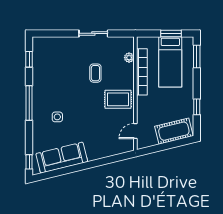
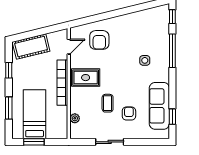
window: (197, 56) -> (9, 108), moved
armchair: (74, 63) -> (129, 113), added
bookcase: (142, 72) -> (62, 83), moved
window: (29, 103) -> (172, 51), moved
armchair: (104, 138) -> (99, 40), added
sofa: (62, 158) -> (159, 106), moved, turned 104

